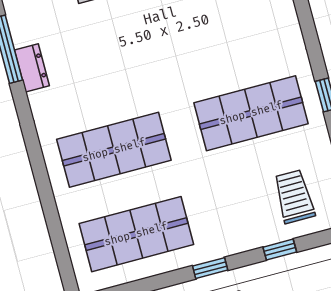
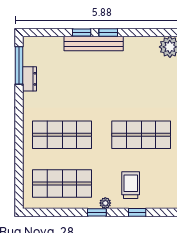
trolley: (294, 197) -> (131, 185), moved
plant: (220, 248) -> (105, 203), added

